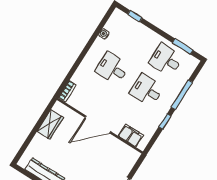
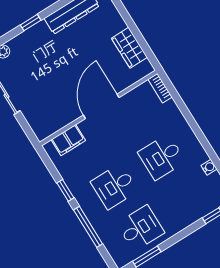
desk: (112, 68) -> (162, 157), turned 180
desk: (147, 90) -> (114, 186), turned 180

